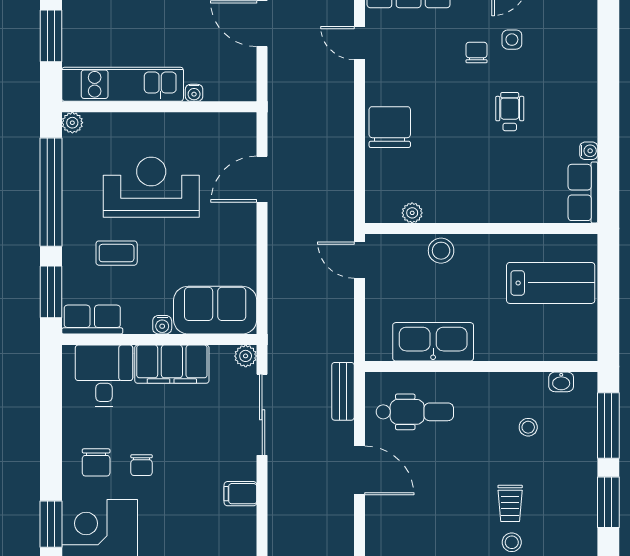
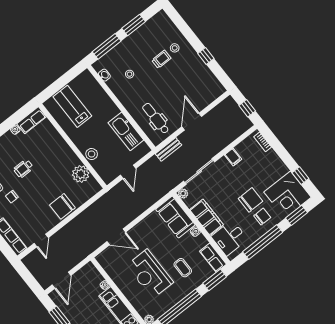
plant: (412, 213) -> (81, 174), width x1.87, depth x1.87
door: (359, 260) -> (128, 172), moved
window: (51, 428) -> (263, 242), added
chair: (142, 465) -> (251, 200), width x1.87, depth x1.87

